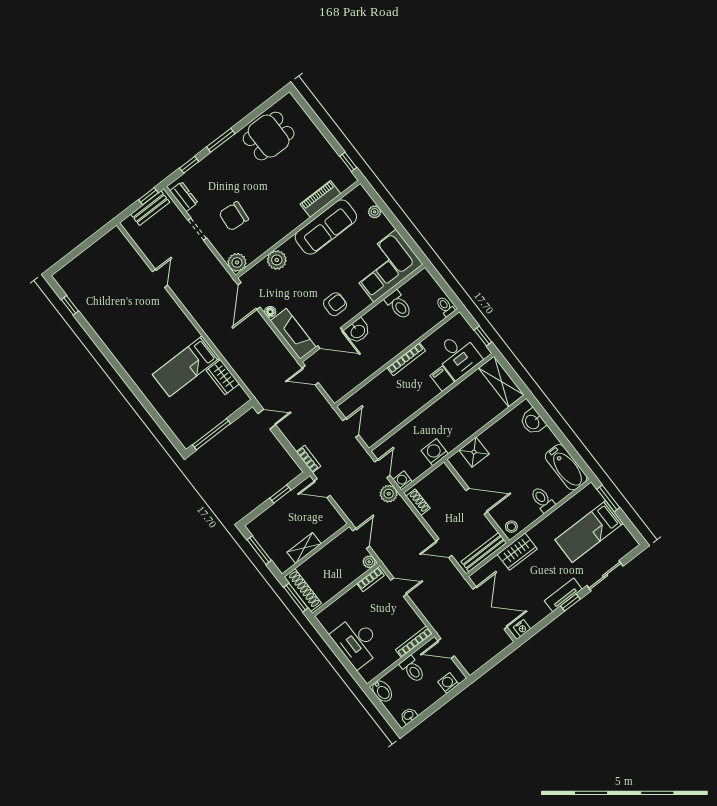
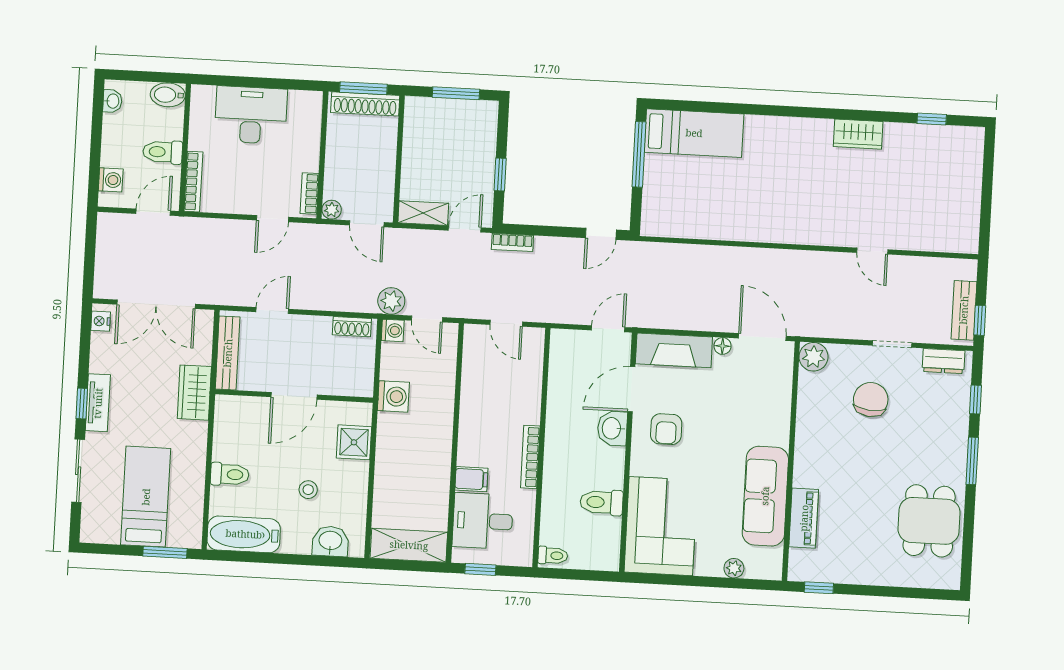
plant: (277, 260) -> (776, 406), removed
bed: (186, 366) -> (694, 133), moved, turned 90
wardrobe: (223, 377) -> (858, 134), moved, turned 180
stool: (511, 527) -> (308, 490), moved
shelving: (304, 548) -> (423, 213), moved, turned 90

